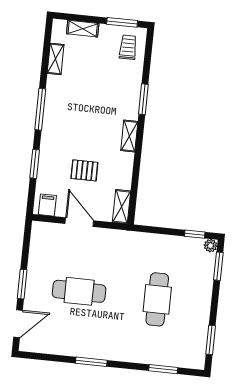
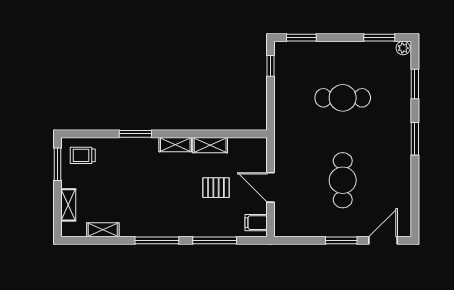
window: (35, 164) -> (215, 240), width x1.44
pallet: (84, 170) -> (216, 188), turned 90
shelving: (121, 207) -> (210, 145), moved
door: (79, 222) -> (271, 187), hinge flipped
plant: (211, 246) -> (403, 48), moved
door: (18, 324) -> (383, 240), hinge flipped
window: (91, 362) -> (415, 139), moved

